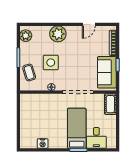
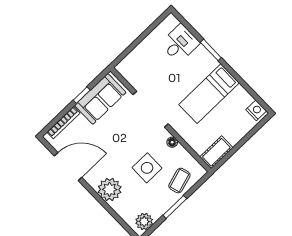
door: (89, 24) -> (68, 167), width x1.88
cot: (110, 104) -> (216, 152), moved
bed: (77, 128) -> (209, 94), moved
nightstand: (43, 144) -> (256, 110), moved

